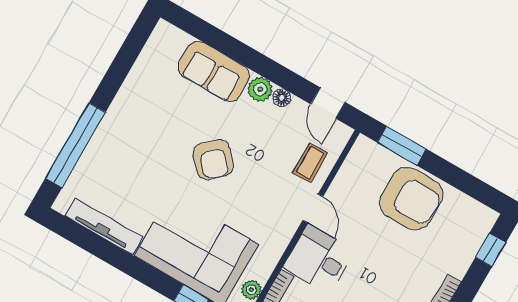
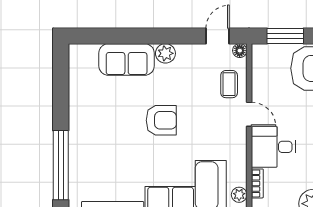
floor lamp: (282, 98) -> (240, 51), moved
door: (328, 103) -> (218, 36), swing flipped
armchair: (213, 160) -> (161, 120), turned -47

